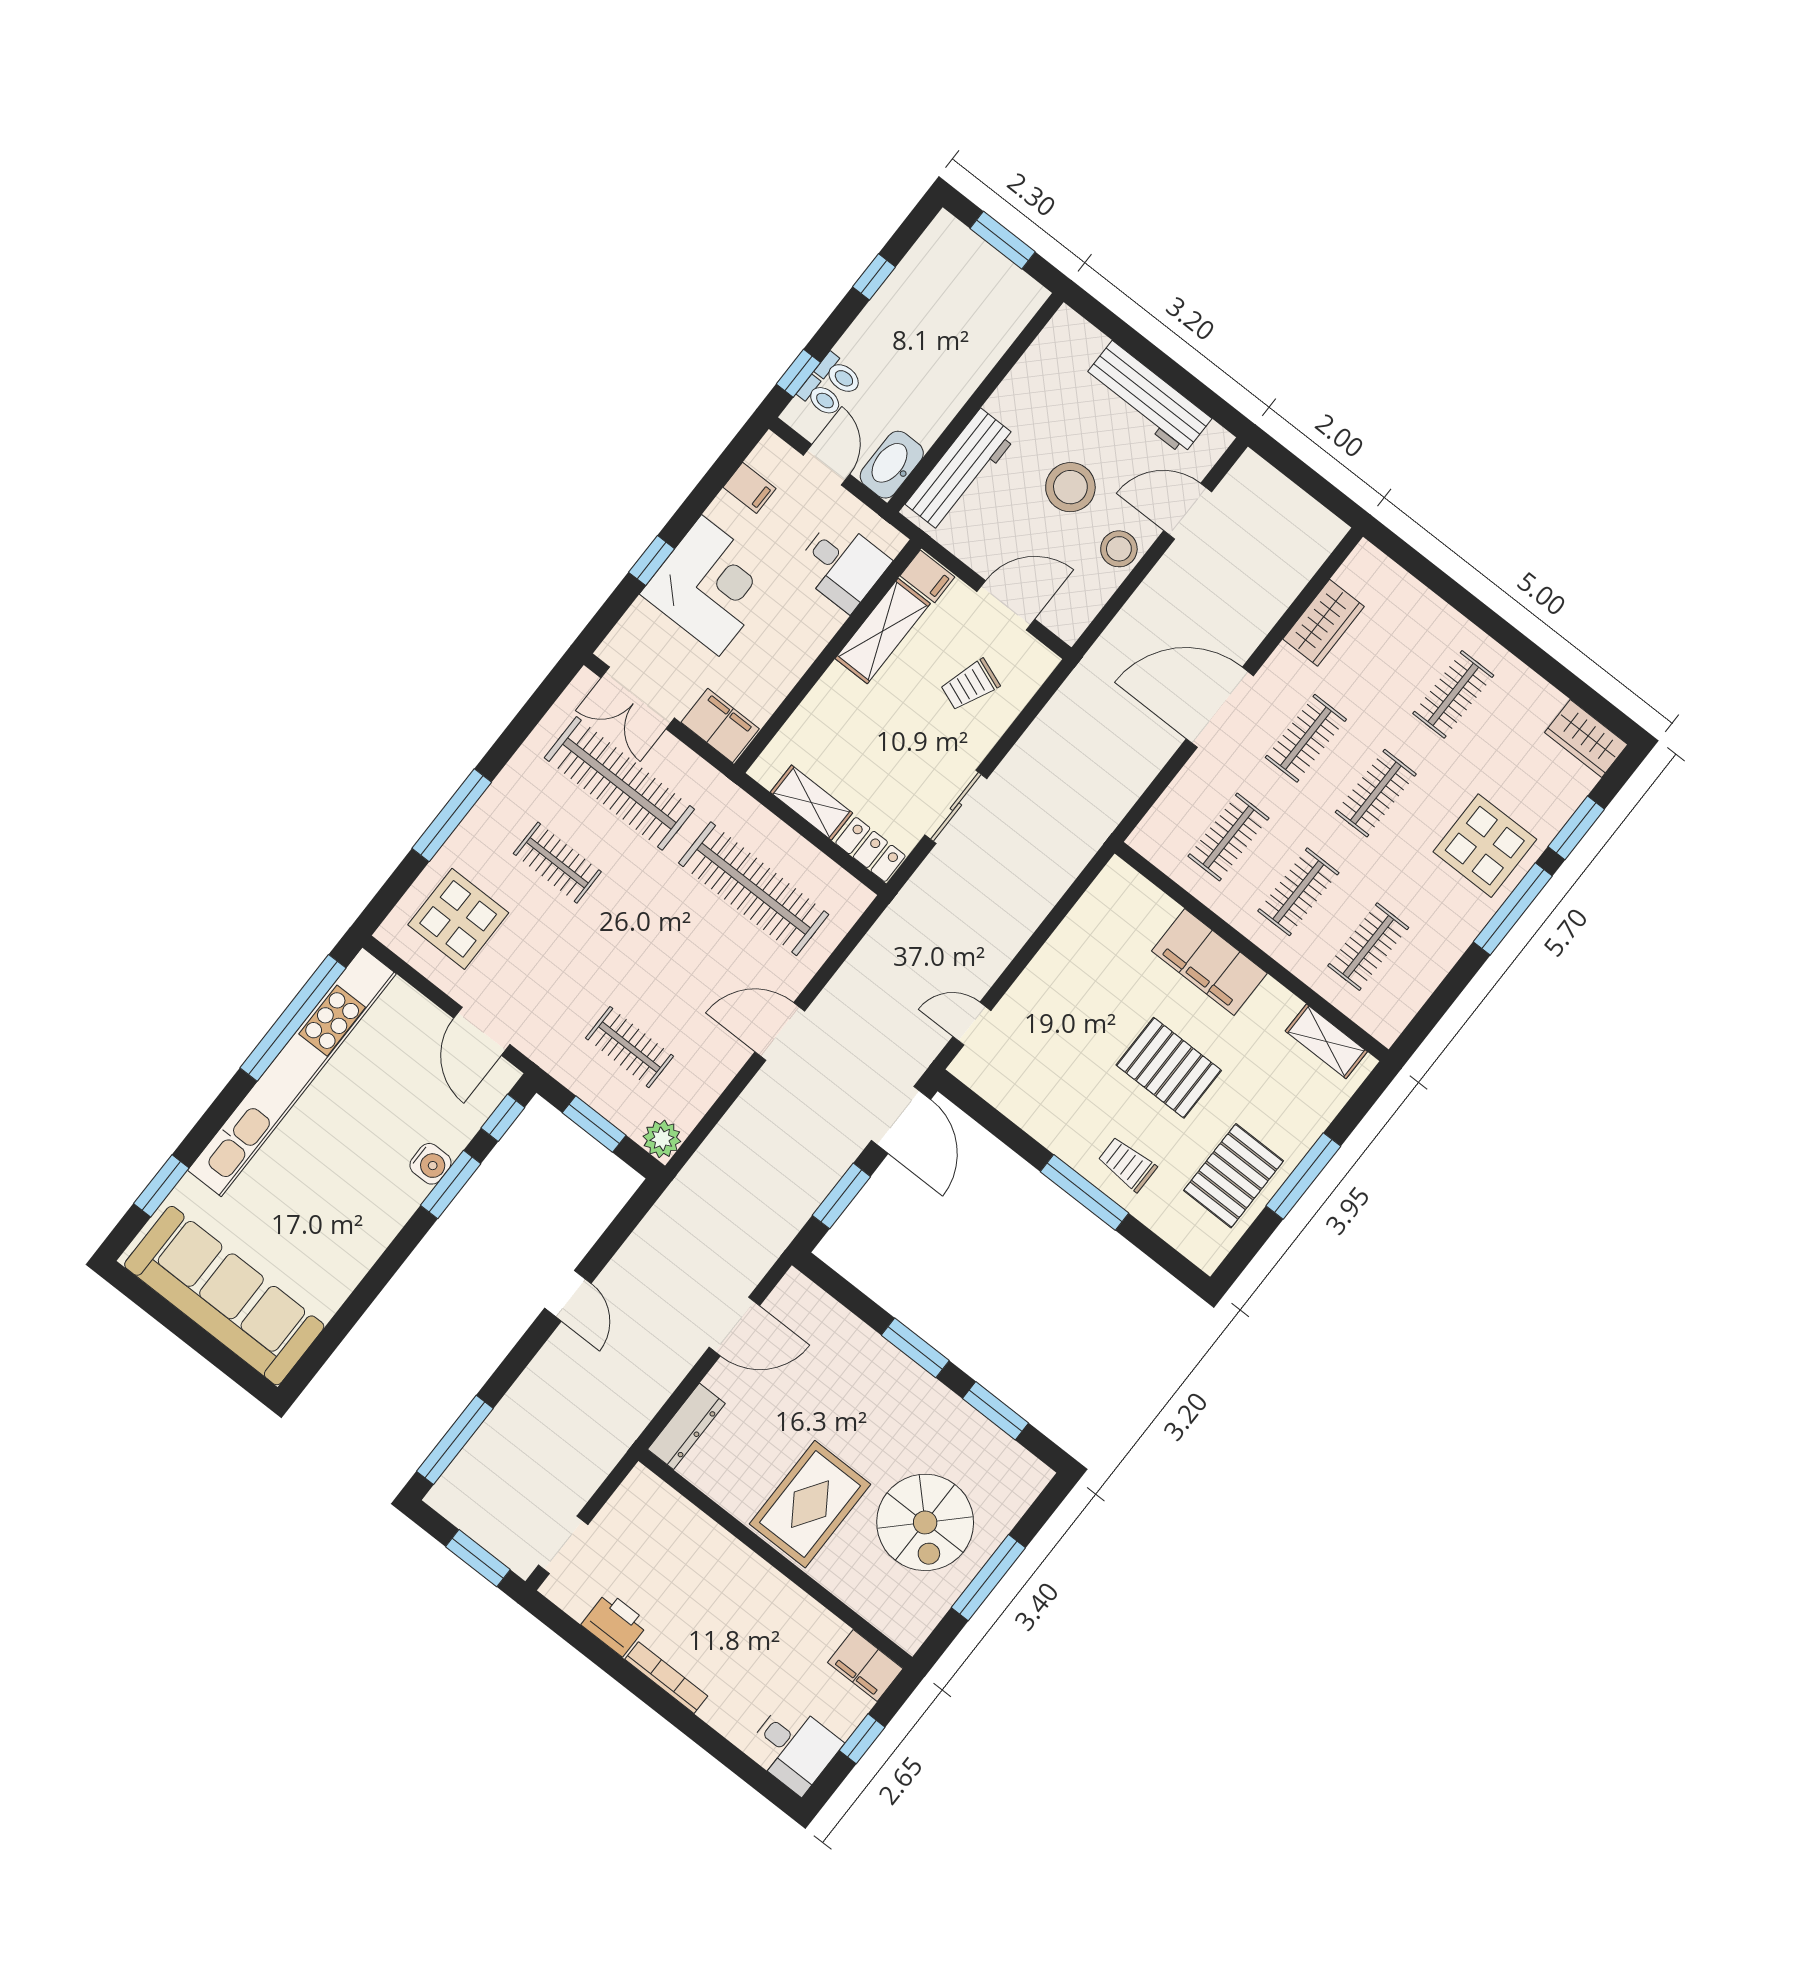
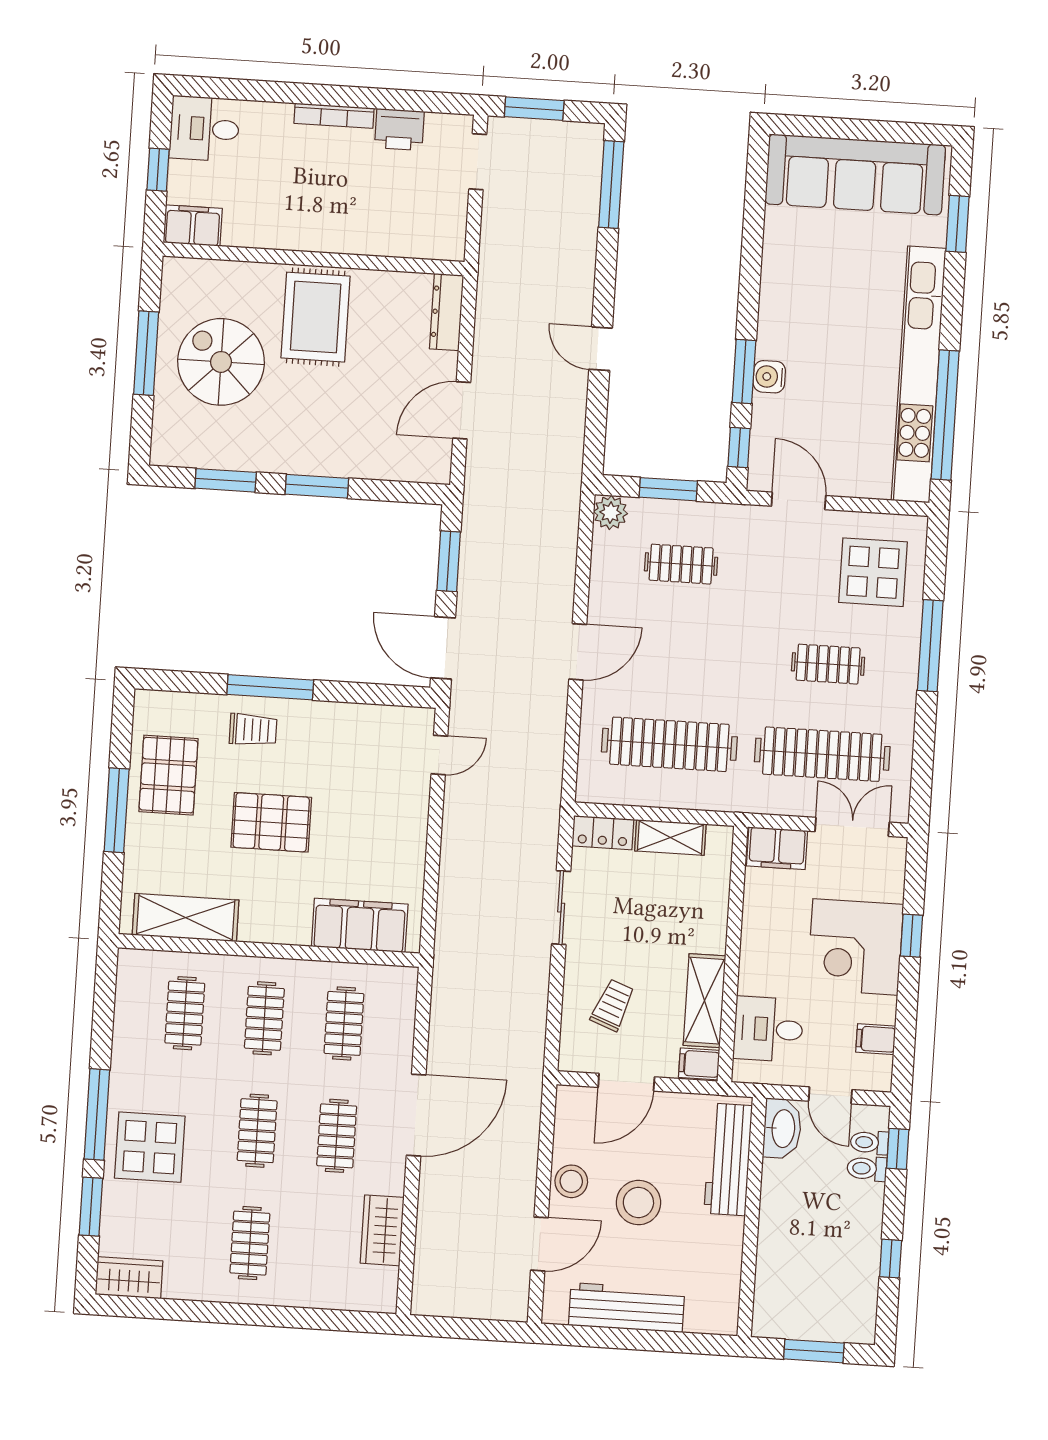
filing cabinet: (1209, 962) -> (360, 925), moved
shelving: (1326, 1041) -> (186, 918), width x1.50, depth x1.33

